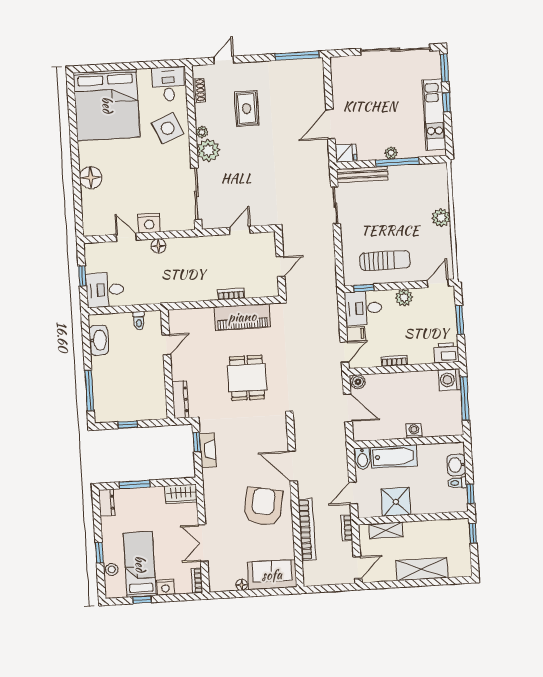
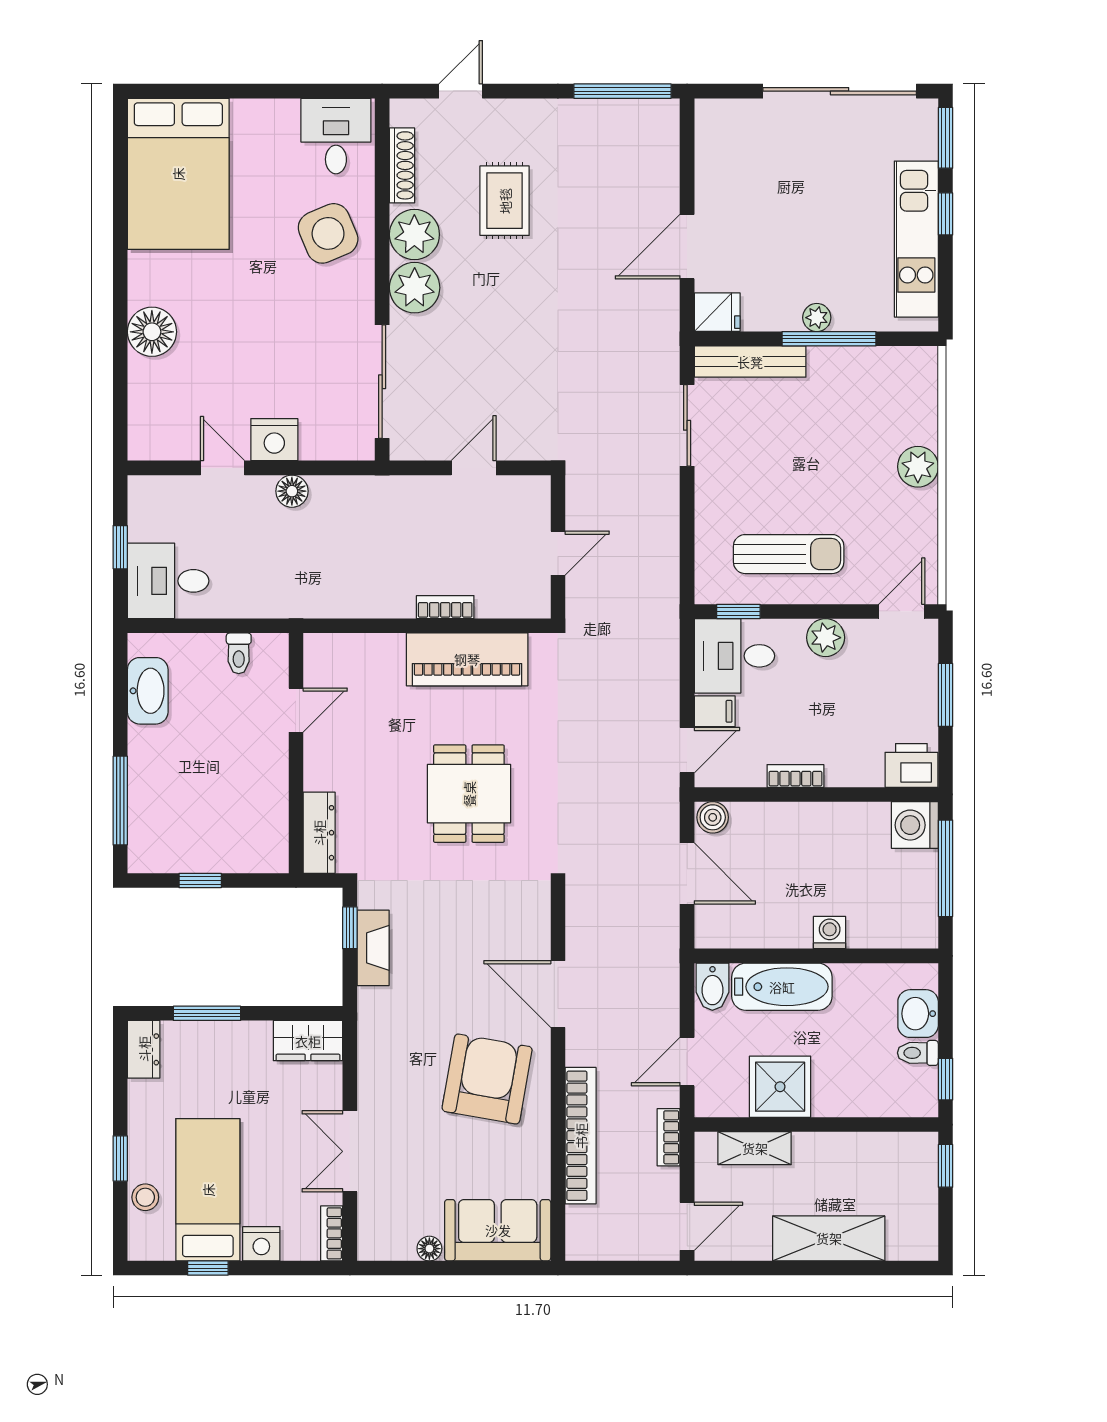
shoe rack: (199, 90) -> (402, 165), width x1.43
bed: (107, 105) -> (178, 174), width x0.73
plant: (202, 132) -> (414, 234), width x1.87, depth x1.87

